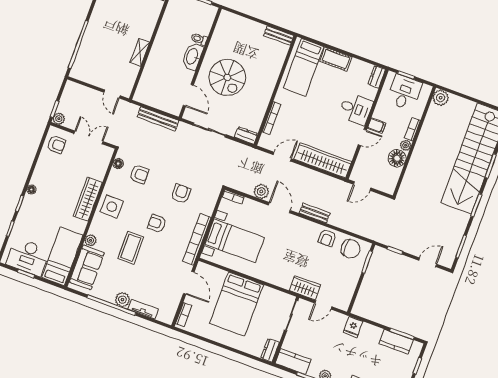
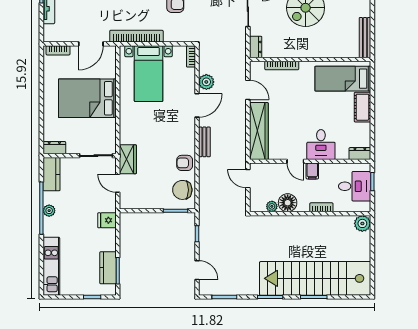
bench: (279, 36) -> (365, 38), width x1.36
plant: (406, 145) -> (272, 206), moved
chair: (351, 249) -> (182, 190), turned 90

